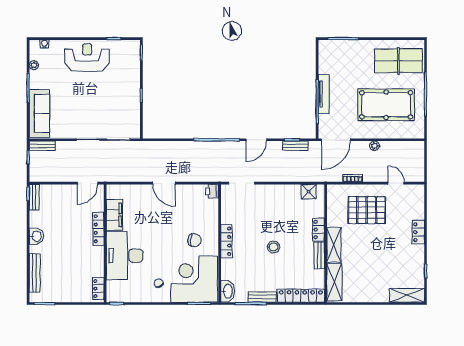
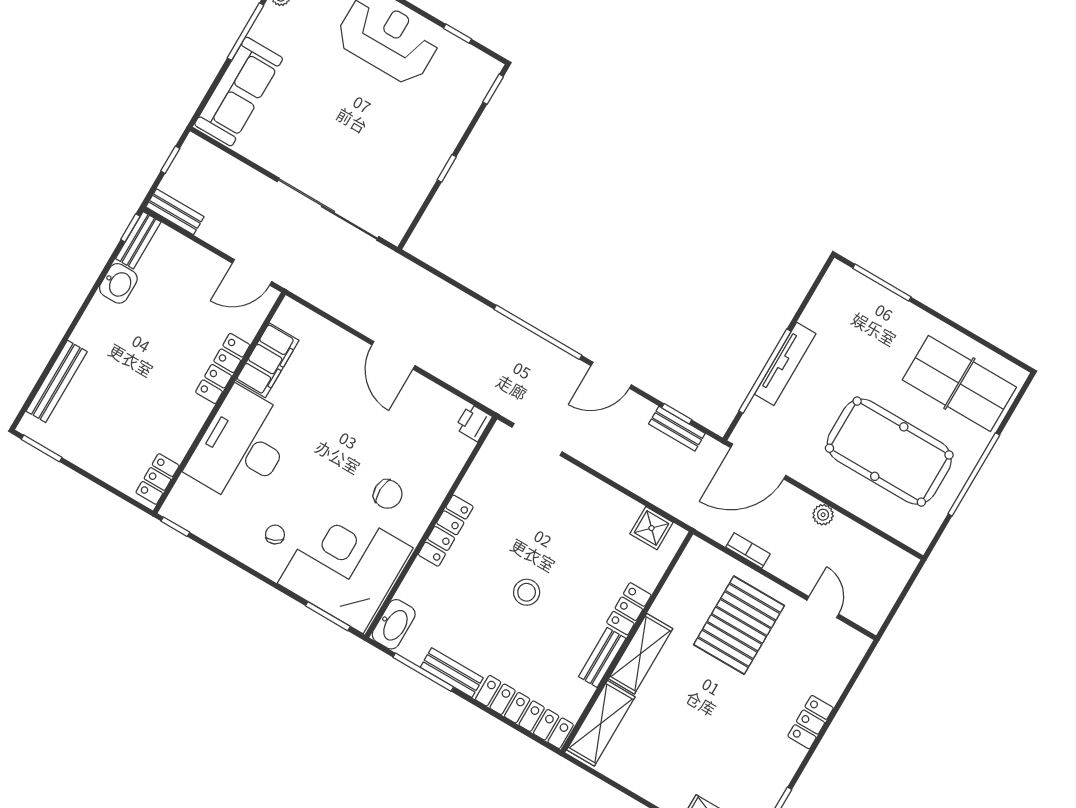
bench: (42, 146) -> (175, 212), moved
pallet: (367, 210) -> (739, 625), turned 90
washbasin: (36, 236) -> (118, 283), moved

